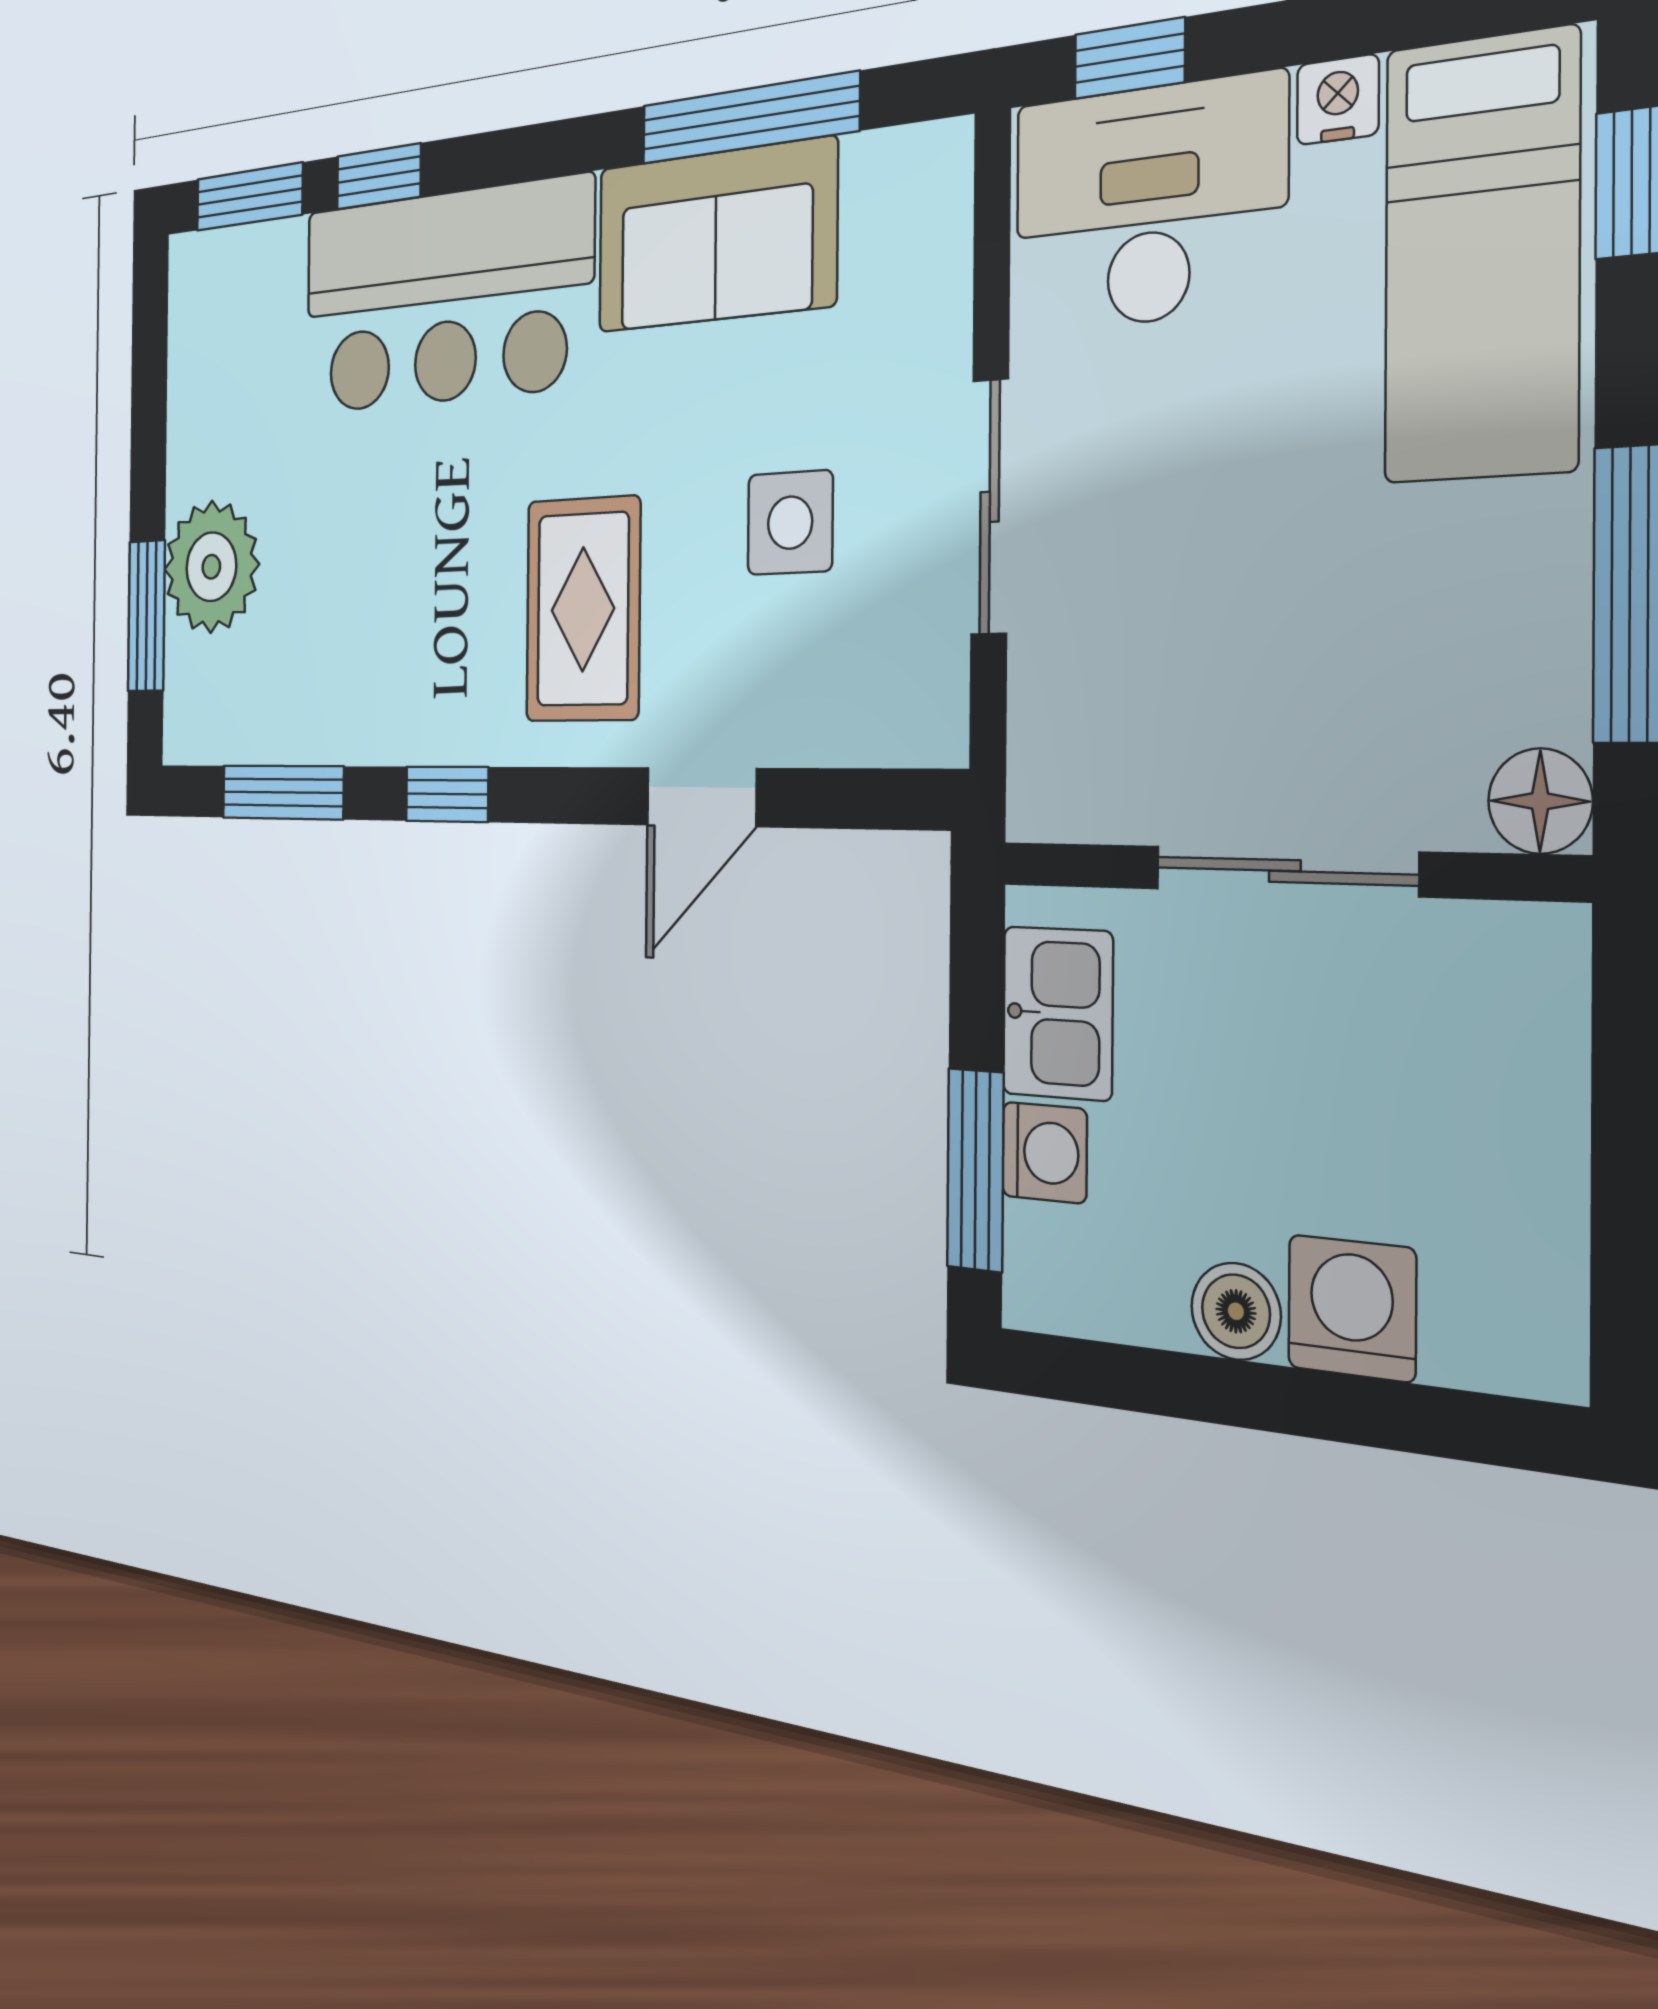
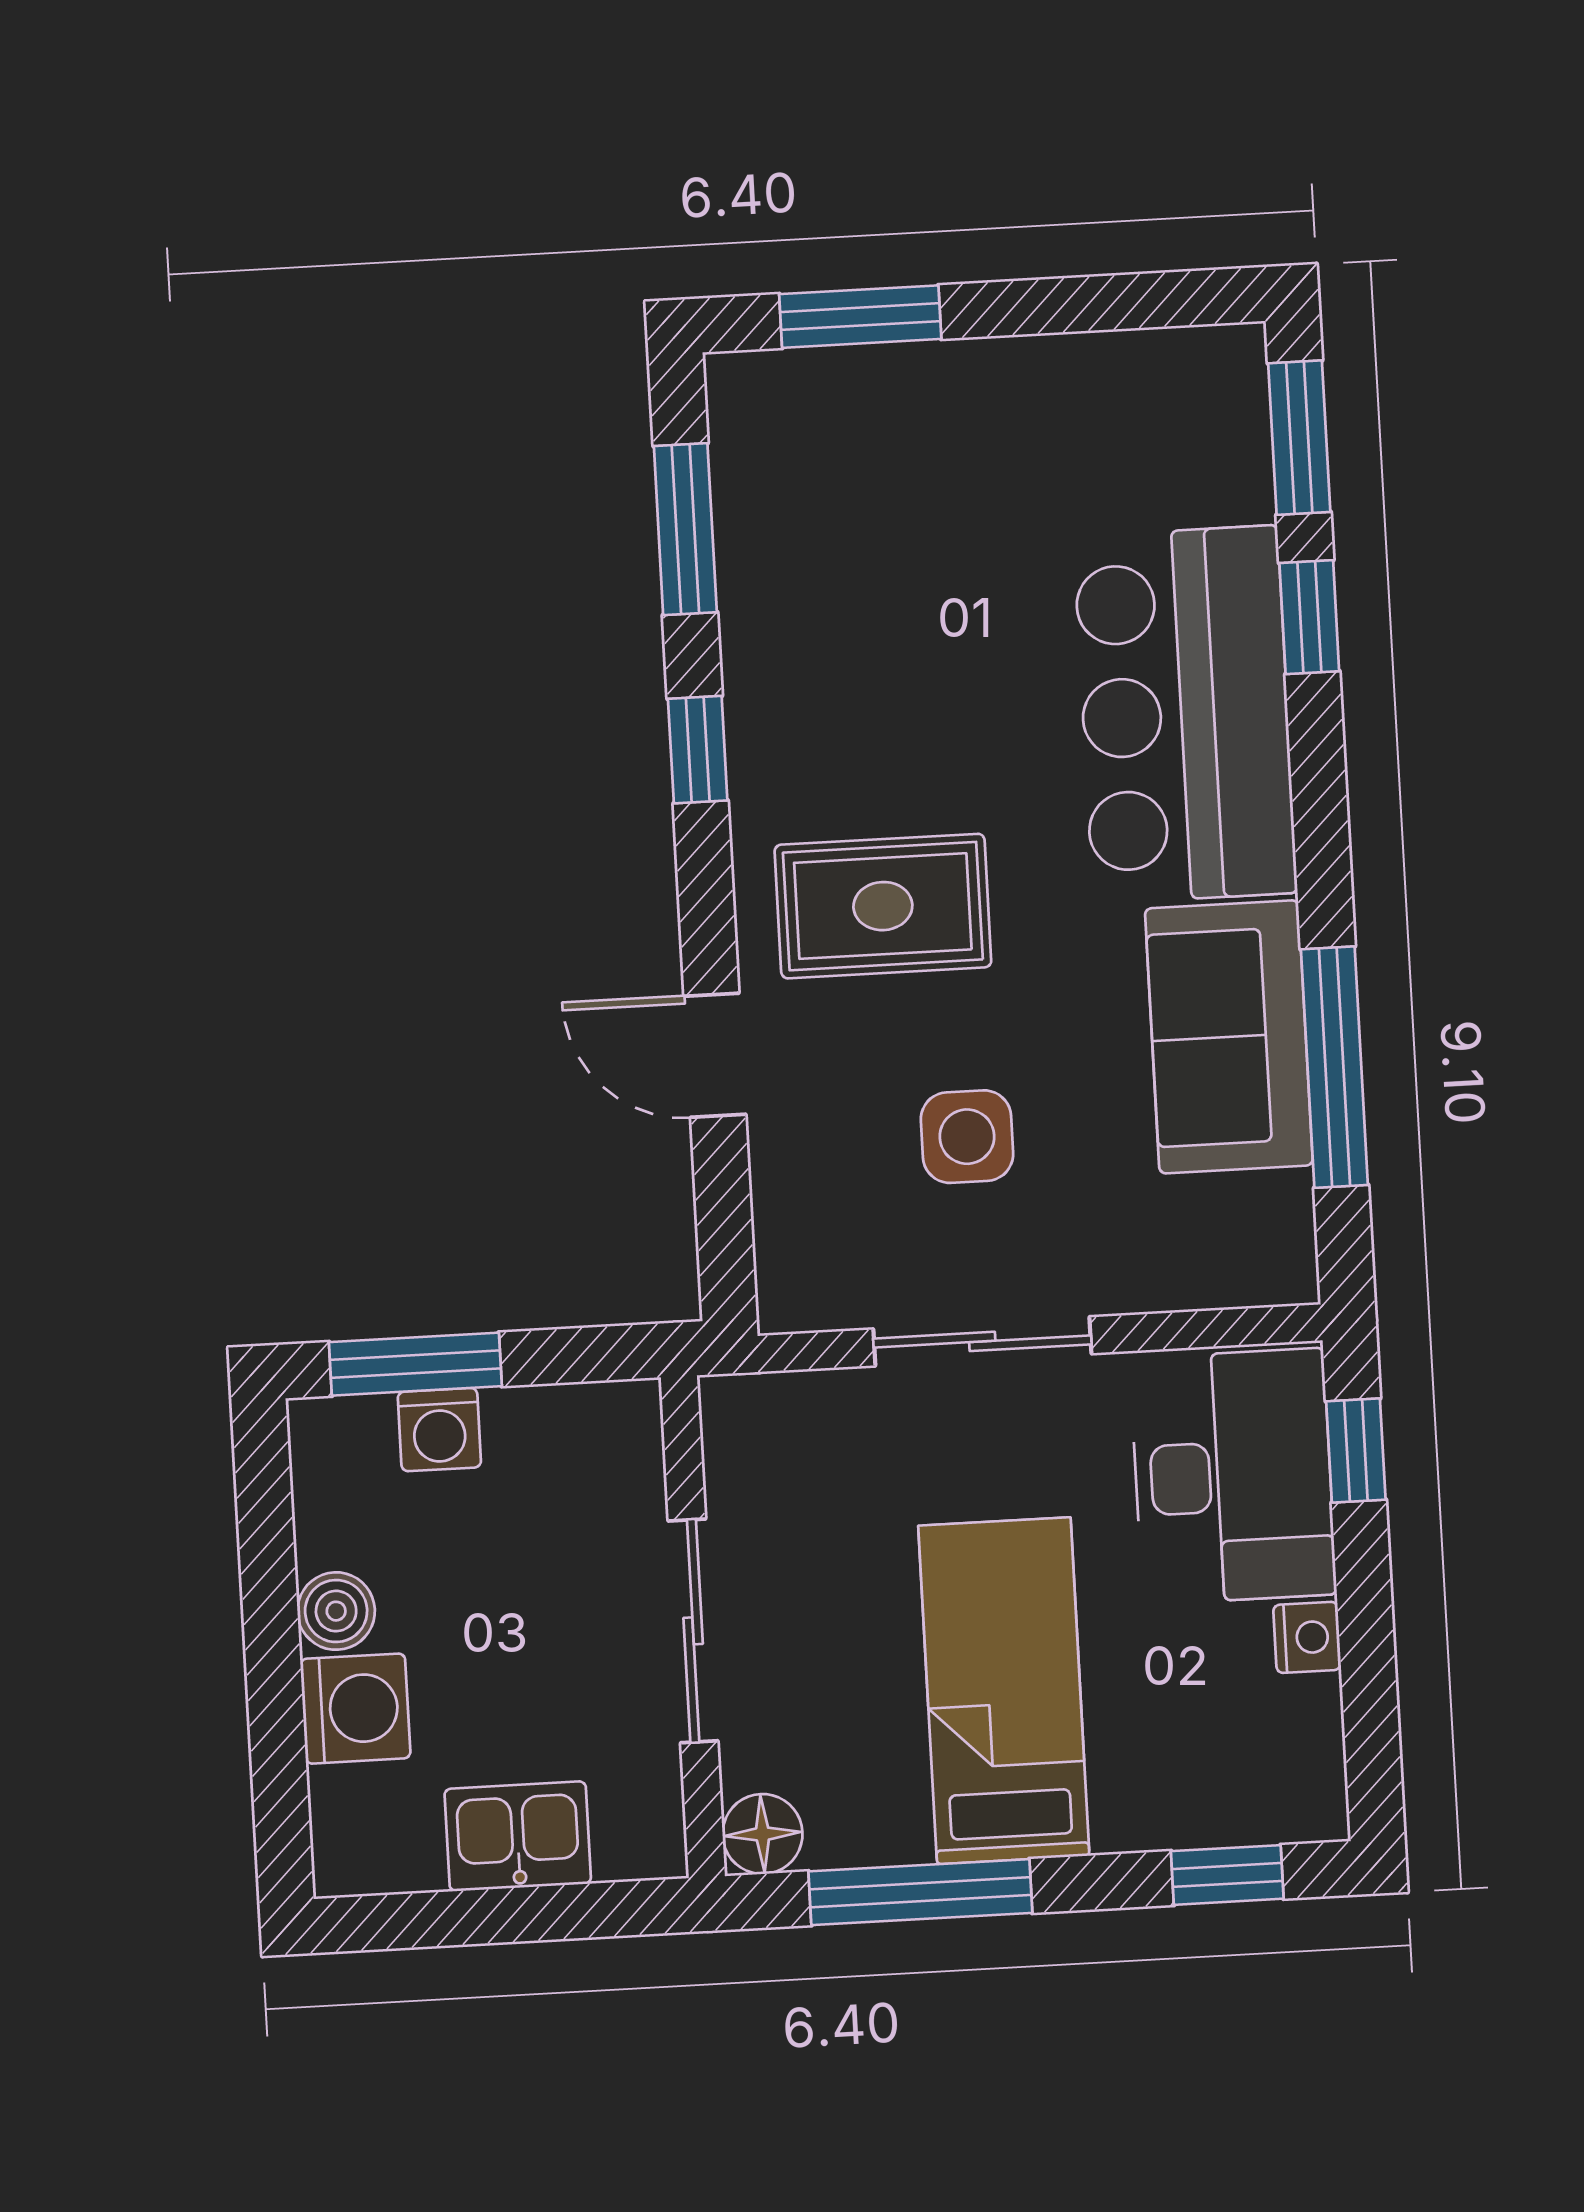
bed: (1481, 257) -> (1004, 1691), moved, turned 90
plant: (211, 567) -> (914, 410), removed
kitchen sink: (1058, 1013) -> (518, 1836), moved, turned 180

